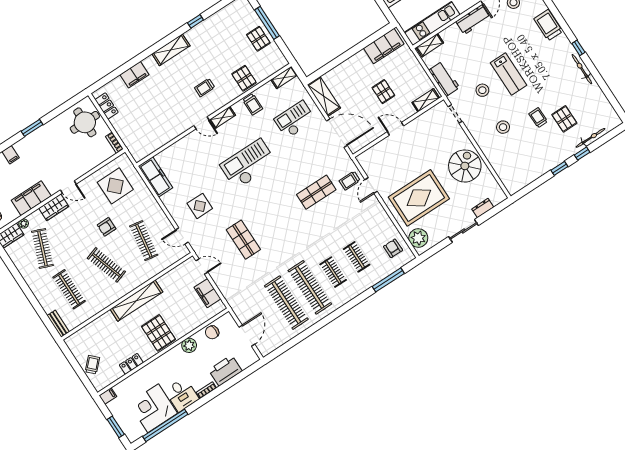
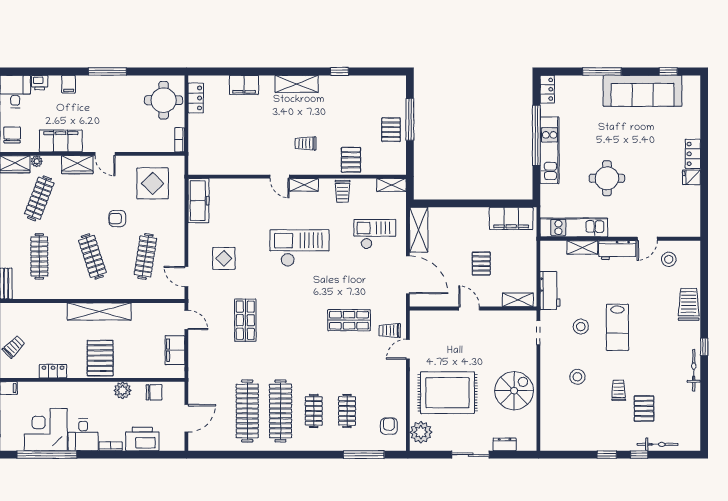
shelving: (430, 45) -> (582, 247), moved
window: (32, 128) -> (107, 71), width x1.44
chair: (212, 332) -> (154, 392), turned 180

